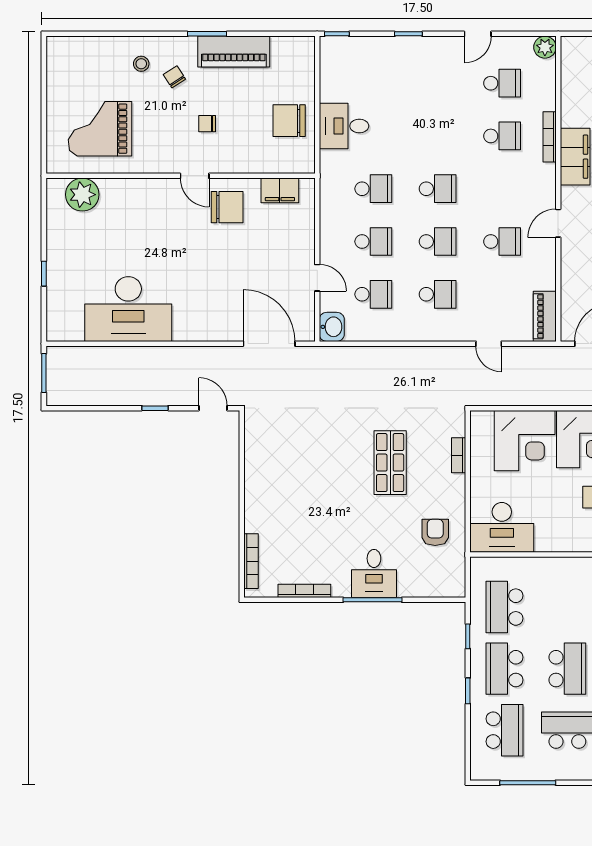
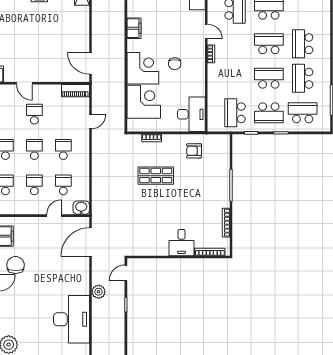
plant: (179, 358) -> (99, 292), added
desk: (374, 573) -> (181, 243), moved, turned 90
school desk: (504, 607) -> (235, 113), turned 90

